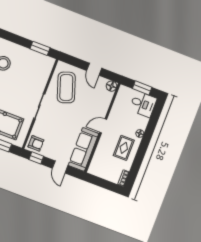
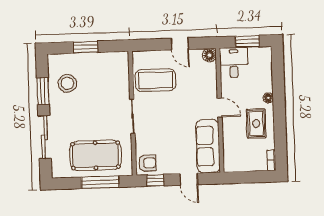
window: (40, 48) -> (85, 47), moved
coffee table: (66, 88) -> (156, 80), turned -71
desk: (143, 104) -> (234, 63), moved, turned -90
door: (103, 126) -> (220, 107), swing flipped

